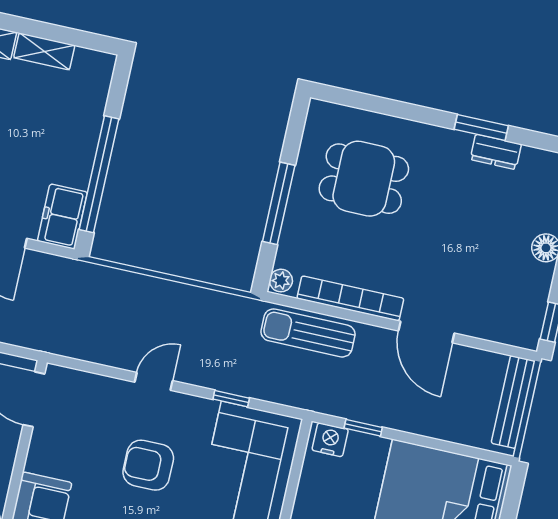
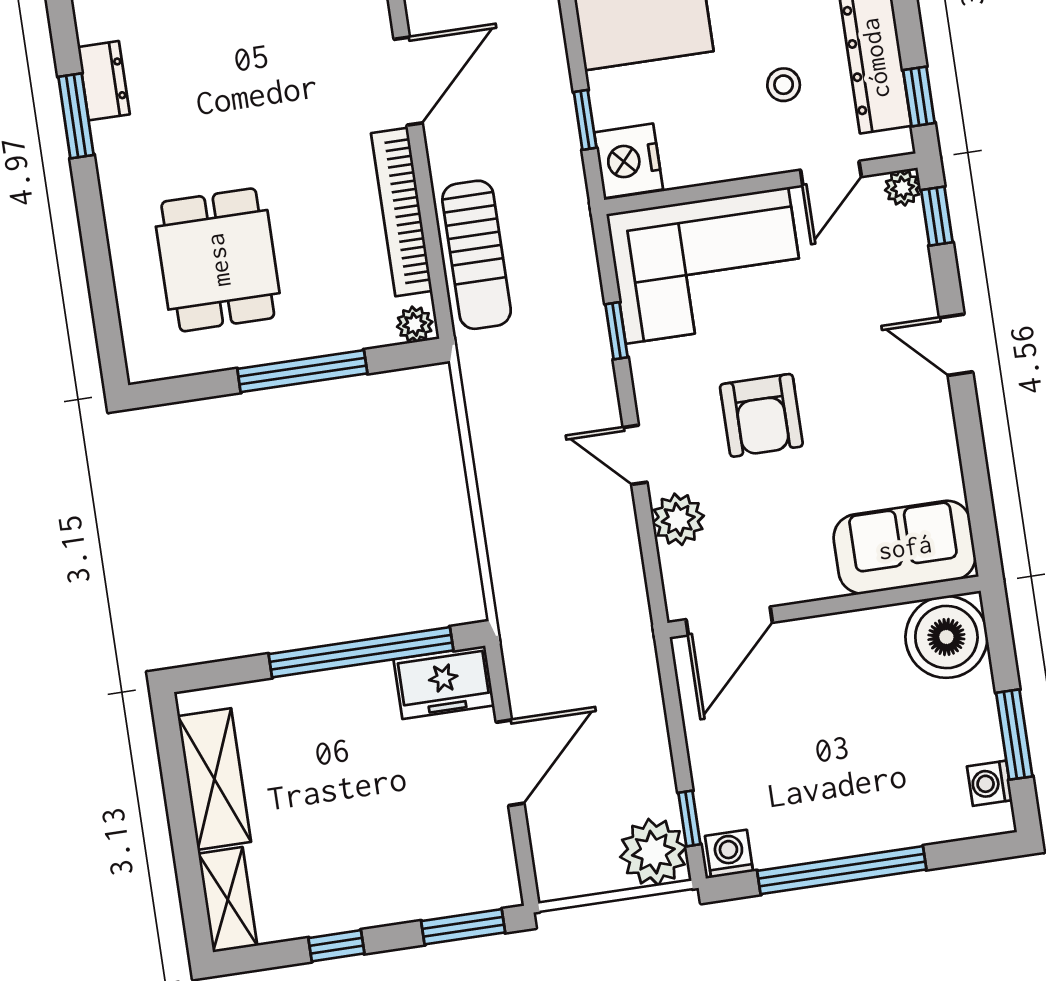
shelving: (44, 51) -> (214, 779), width x1.50, depth x1.33
plant: (106, 392) -> (678, 519), added
nightstand: (330, 440) -> (629, 161), width x1.36, depth x1.33

